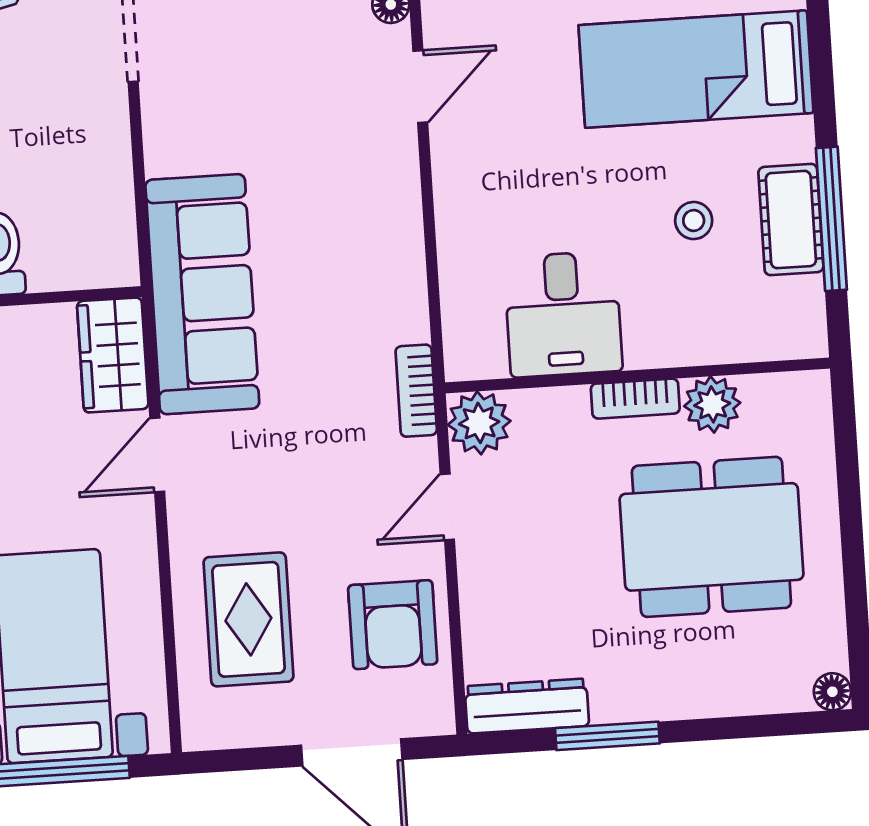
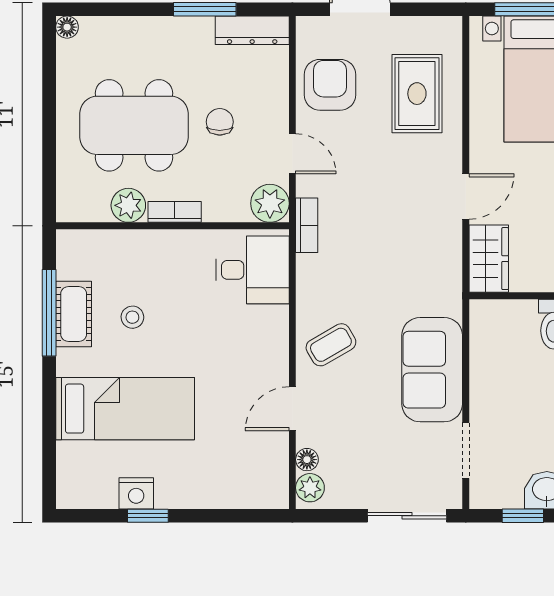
coffee table: (363, 196) -> (331, 345), added
sofa: (202, 294) -> (432, 370), moved, width x0.73
desk: (563, 314) -> (252, 270), moved, turned 90
door: (447, 507) -> (292, 154), hinge flipped
chair: (571, 552) -> (220, 122), added

